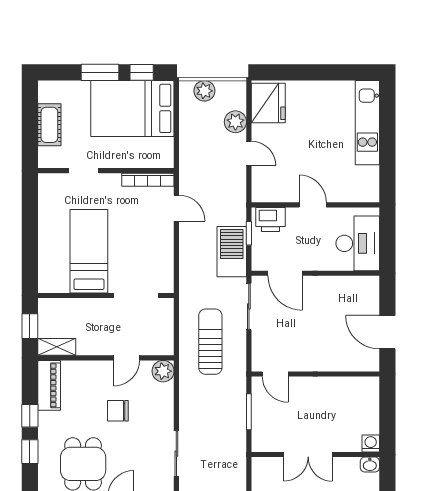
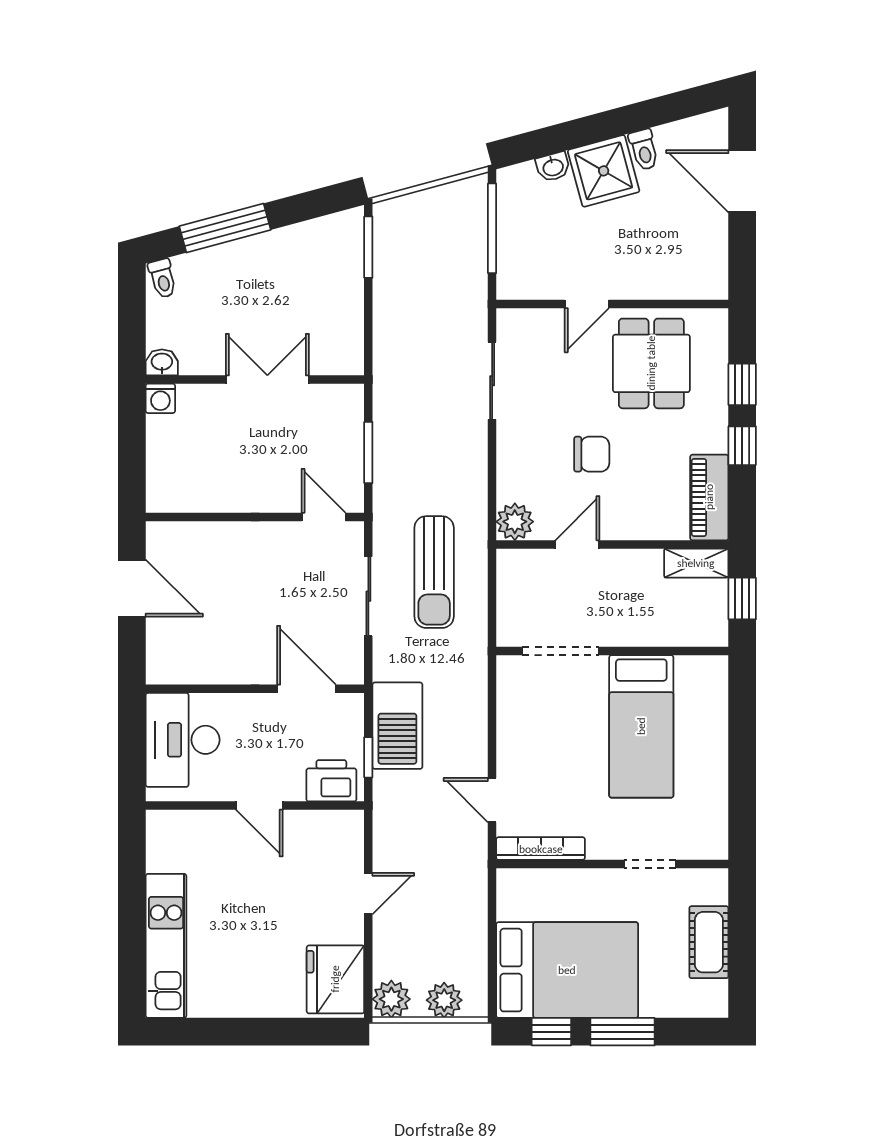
plant: (235, 122) -> (391, 999), moved
door: (249, 153) -> (368, 894), swing flipped
sliding door: (249, 306) -> (368, 596), moved

